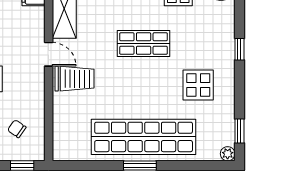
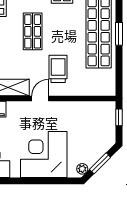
trolley: (74, 79) -> (58, 69), moved
chair: (17, 129) -> (93, 121), removed

